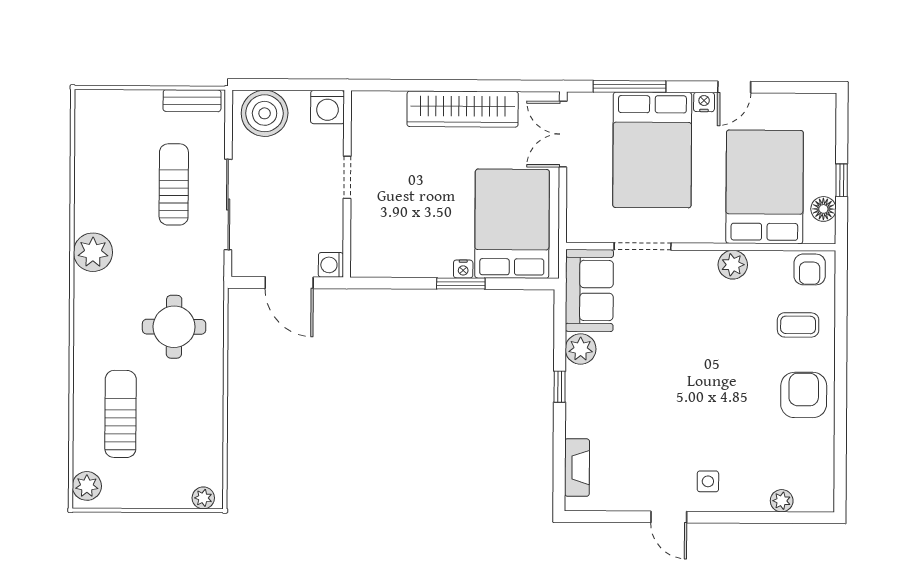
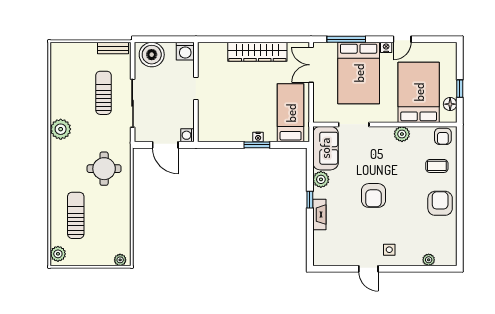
bed: (512, 224) -> (291, 113), width x0.67
armchair: (679, 380) -> (373, 195), added
fireplace: (577, 468) -> (319, 215), moved

